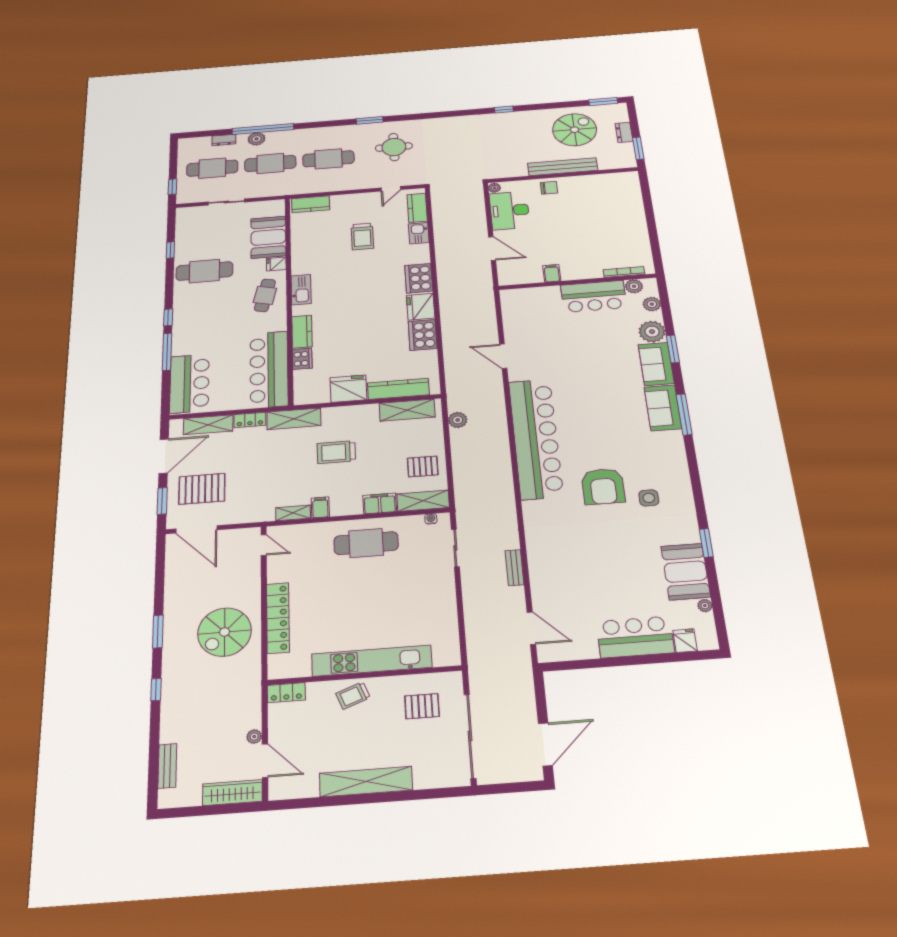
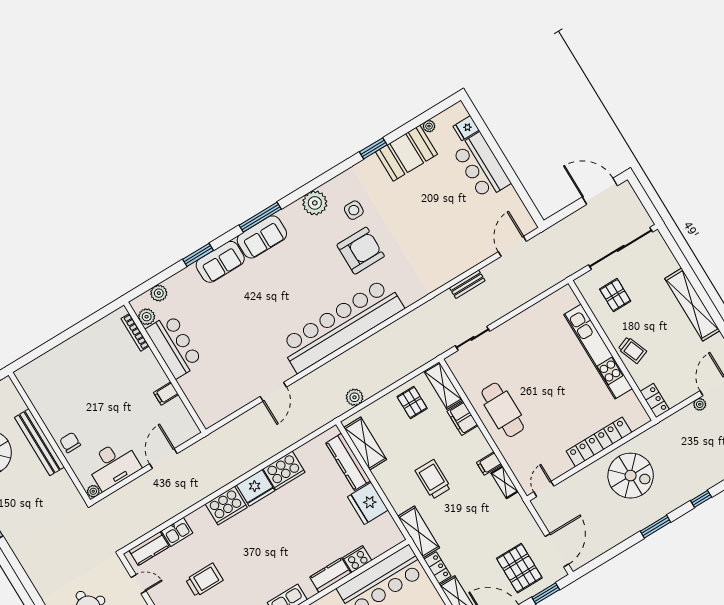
plant: (652, 332) -> (315, 203), moved
trolley: (336, 452) -> (433, 479), turned 180
water cooler: (431, 519) -> (456, 371), removed

